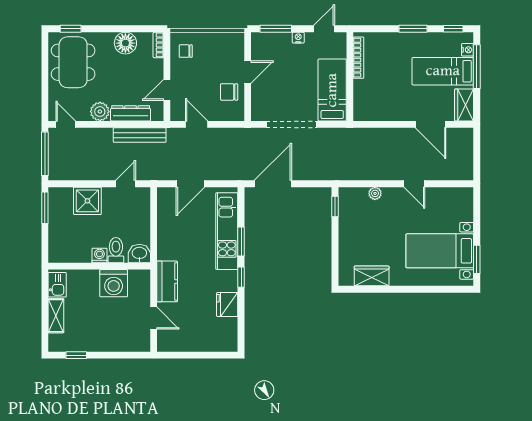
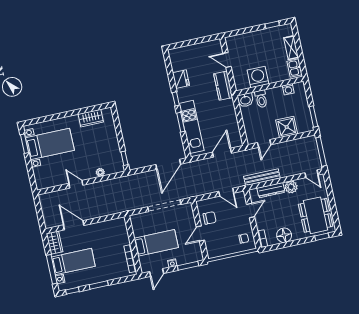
bed: (332, 90) -> (156, 243), moved, turned -90
washing machine: (99, 255) -> (288, 89), moved

